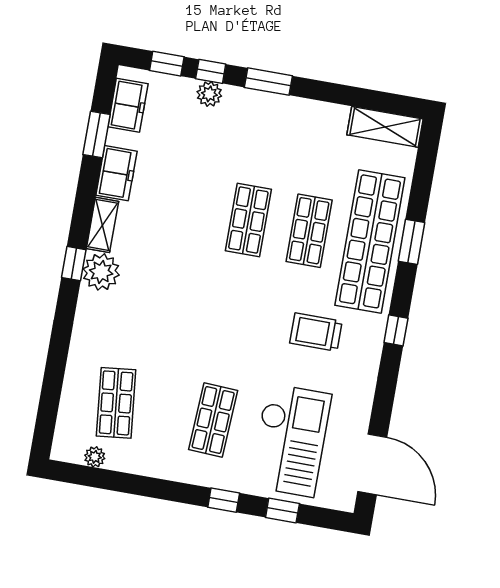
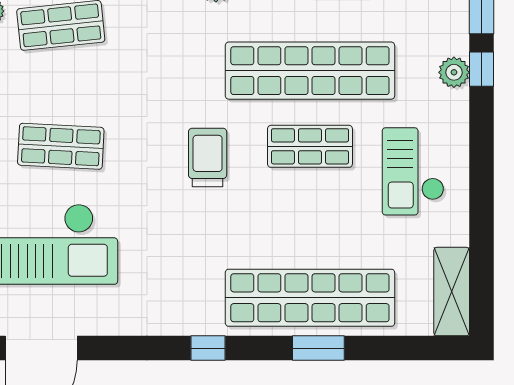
window: (268, 82) -> (482, 141), removed
checkout: (283, 141) -> (413, 171), added
shop shelf: (309, 231) -> (310, 71), moved, width x2.00, depth x1.36
trolley: (316, 332) -> (208, 158), moved

